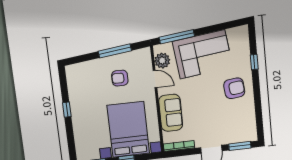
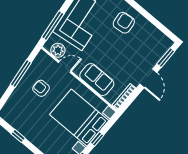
armchair: (120, 78) -> (41, 88), turned 90
window: (67, 110) -> (18, 136), moved

